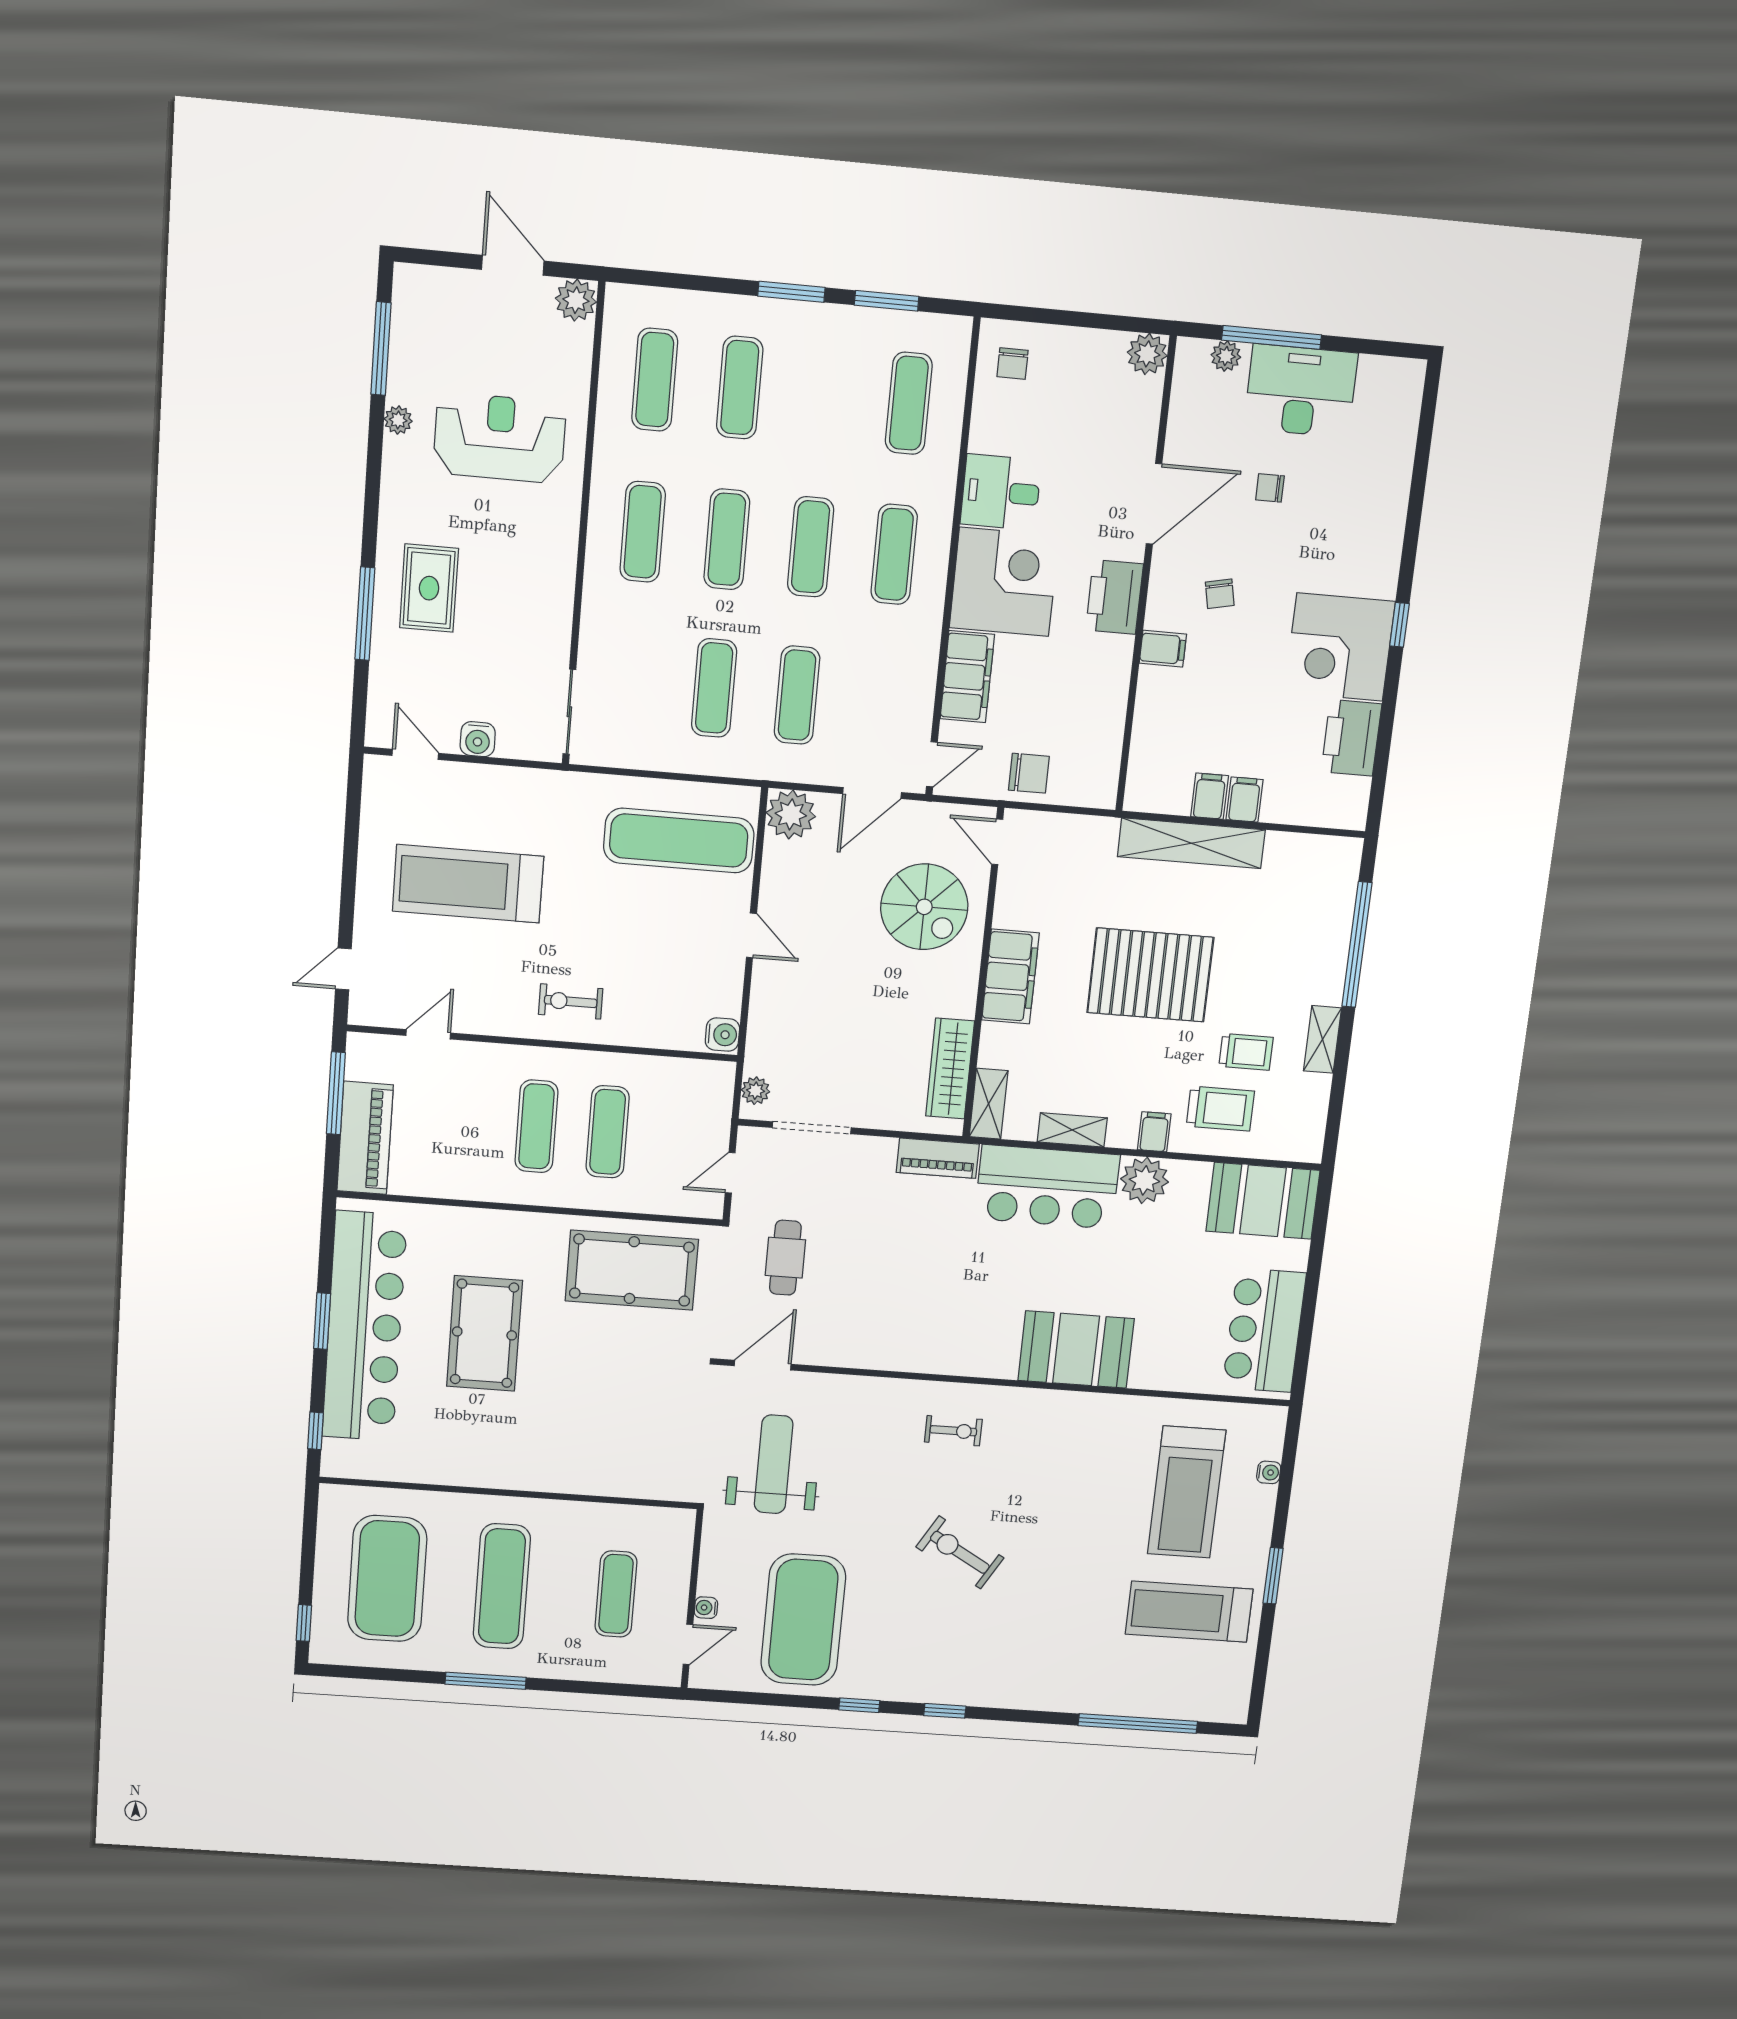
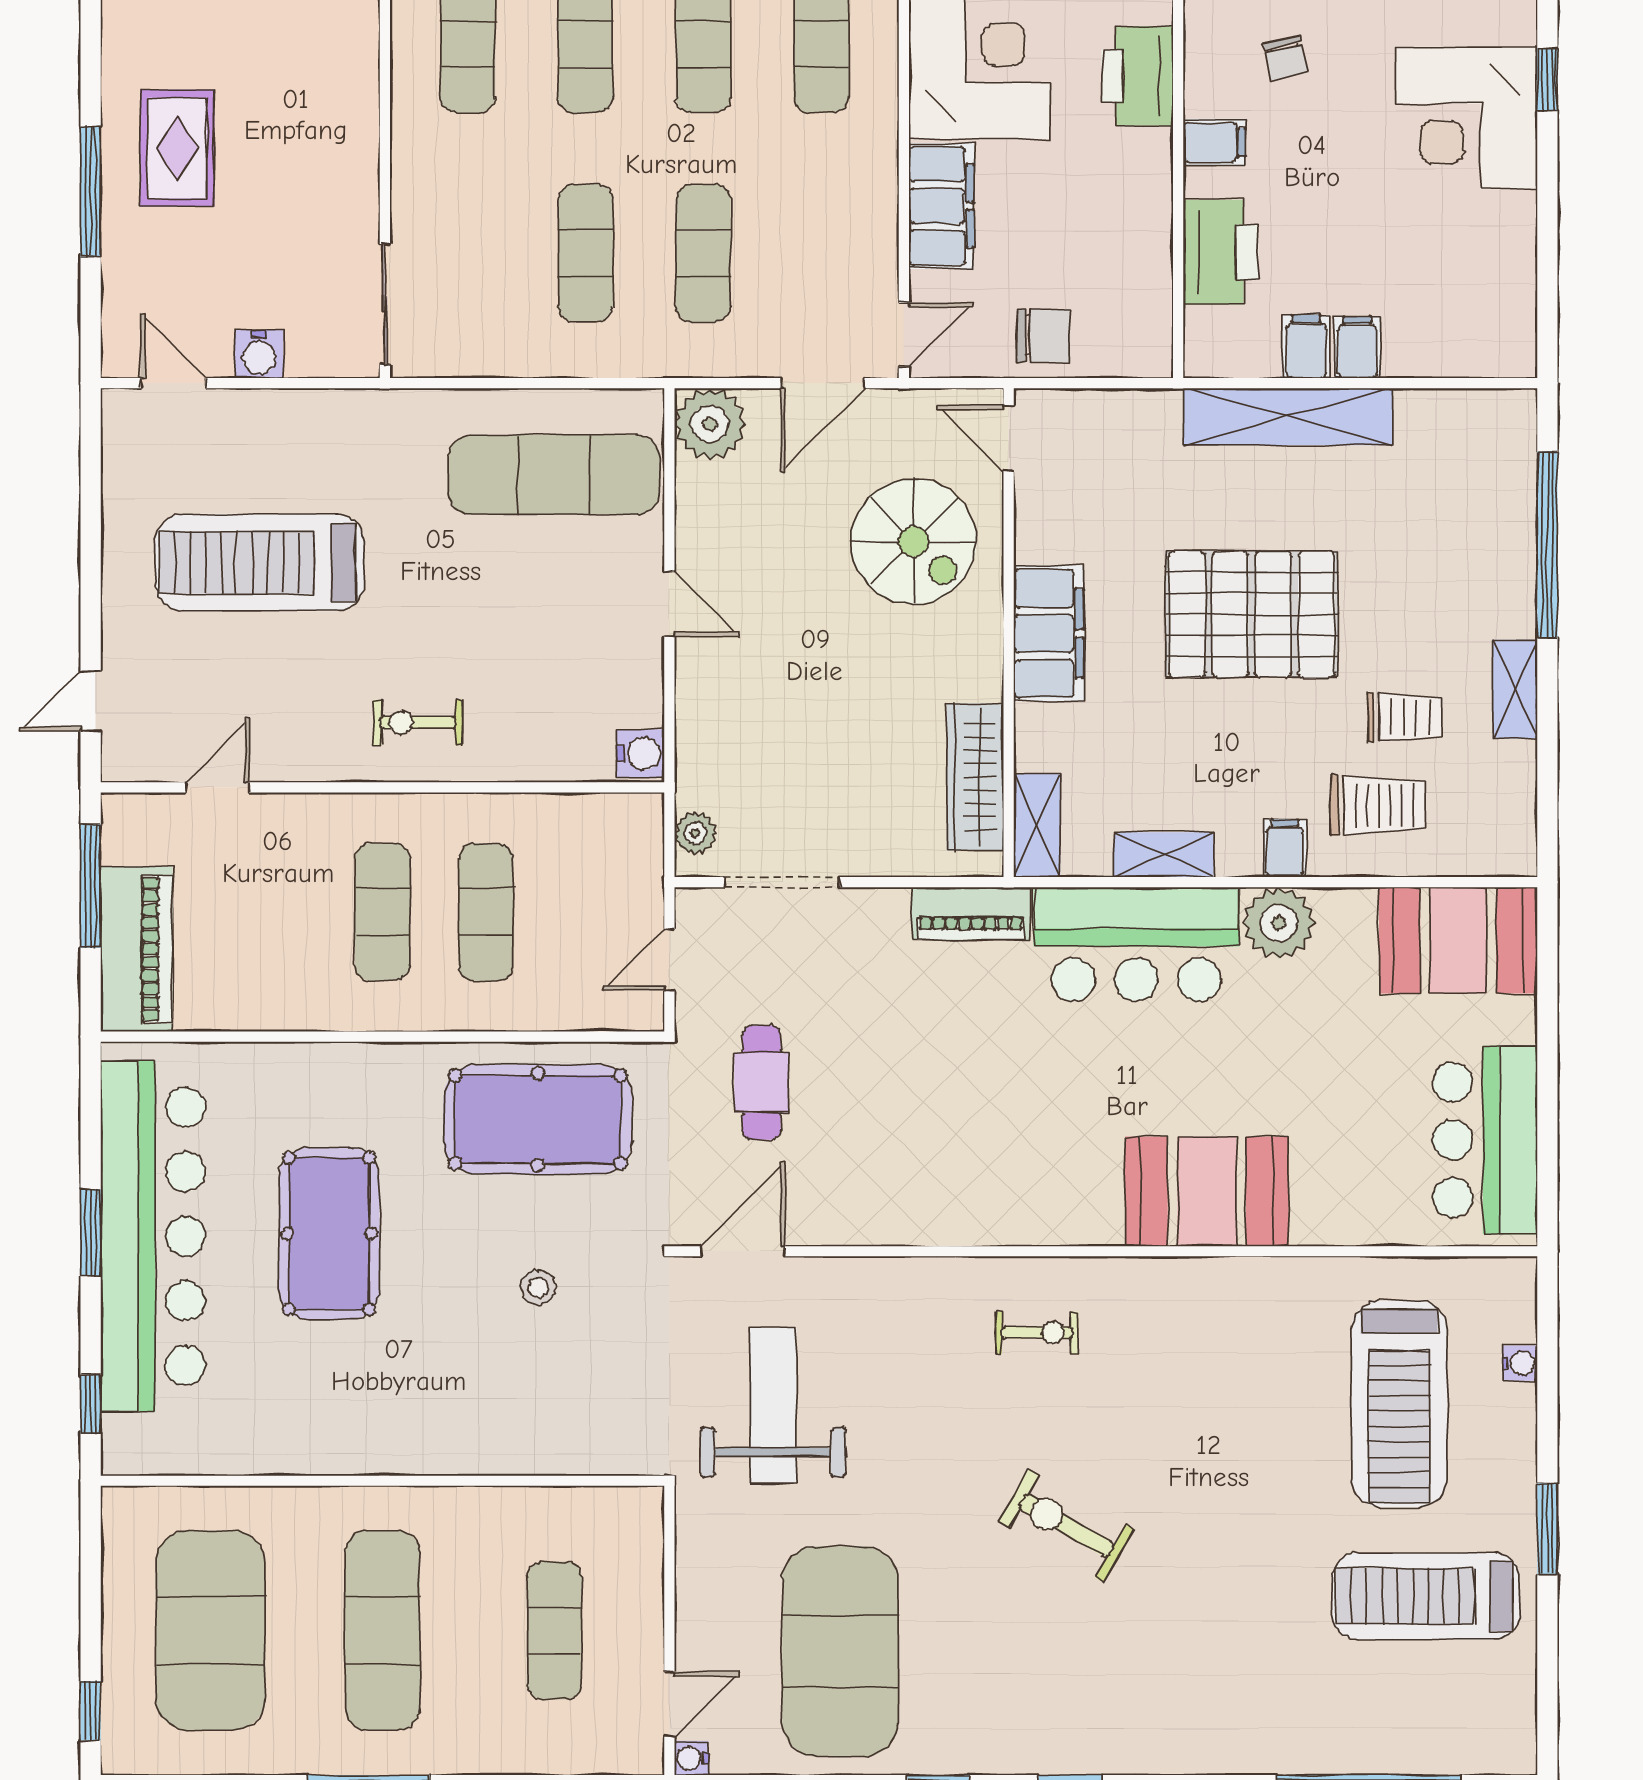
printer: (1351, 738) -> (1221, 252), moved, turned 180
stool: (623, 1378) -> (538, 1287), added
water cooler: (706, 1608) -> (691, 1758), moved

